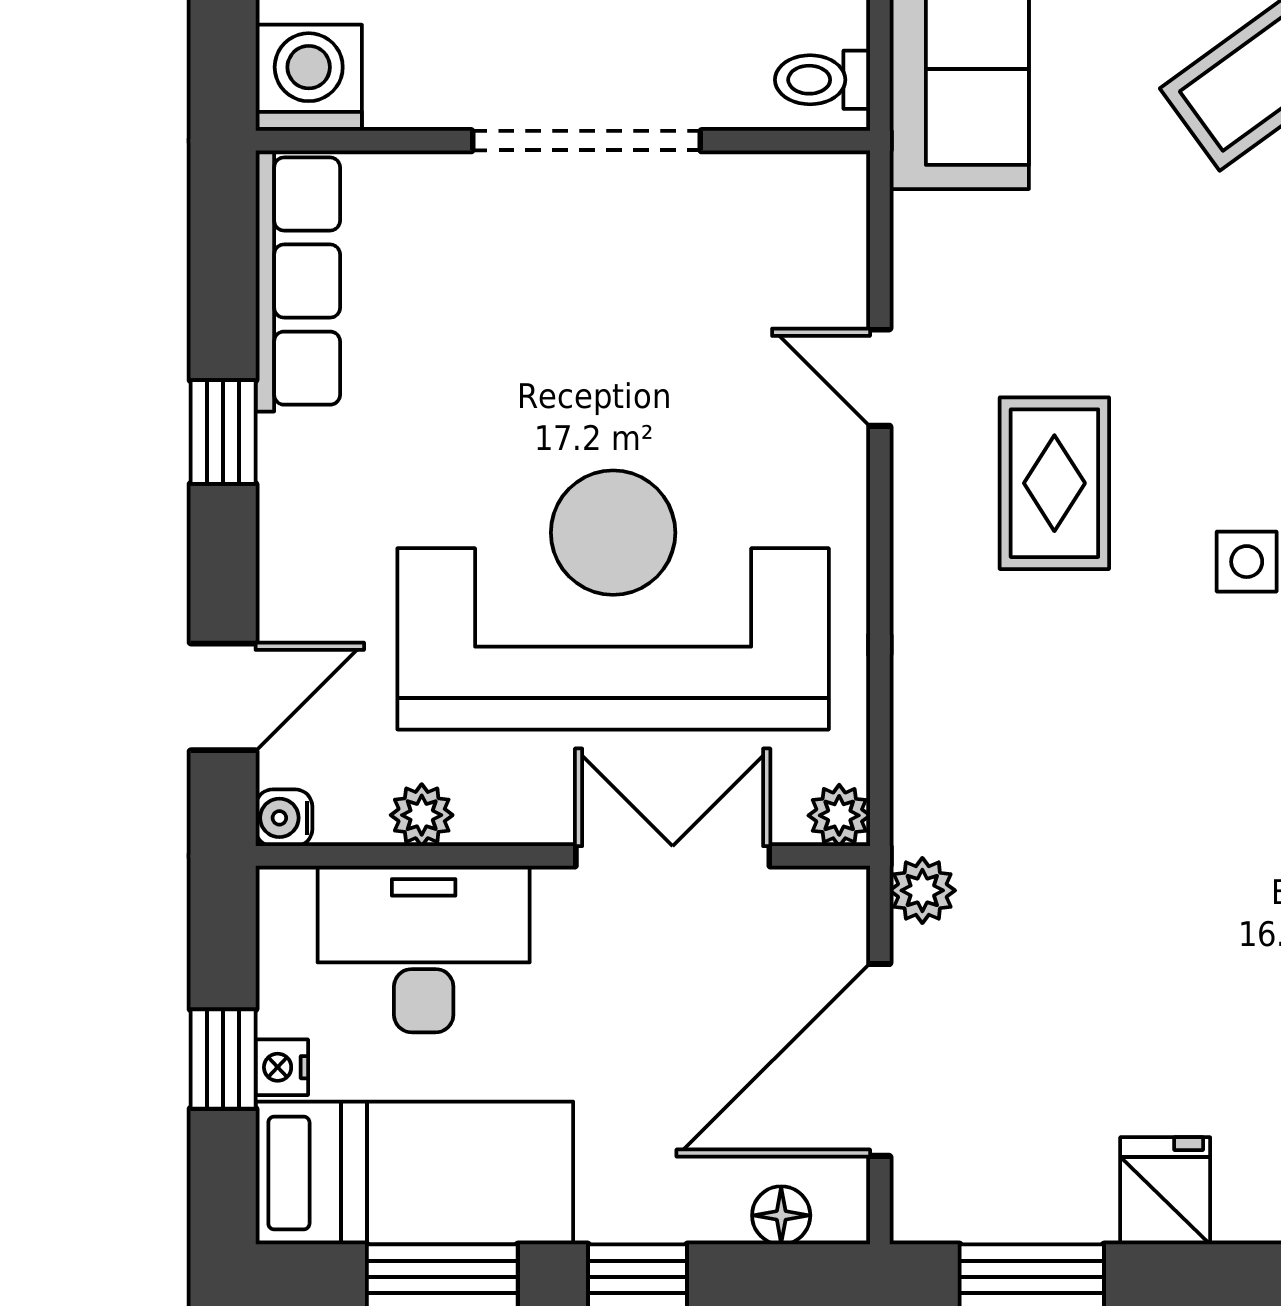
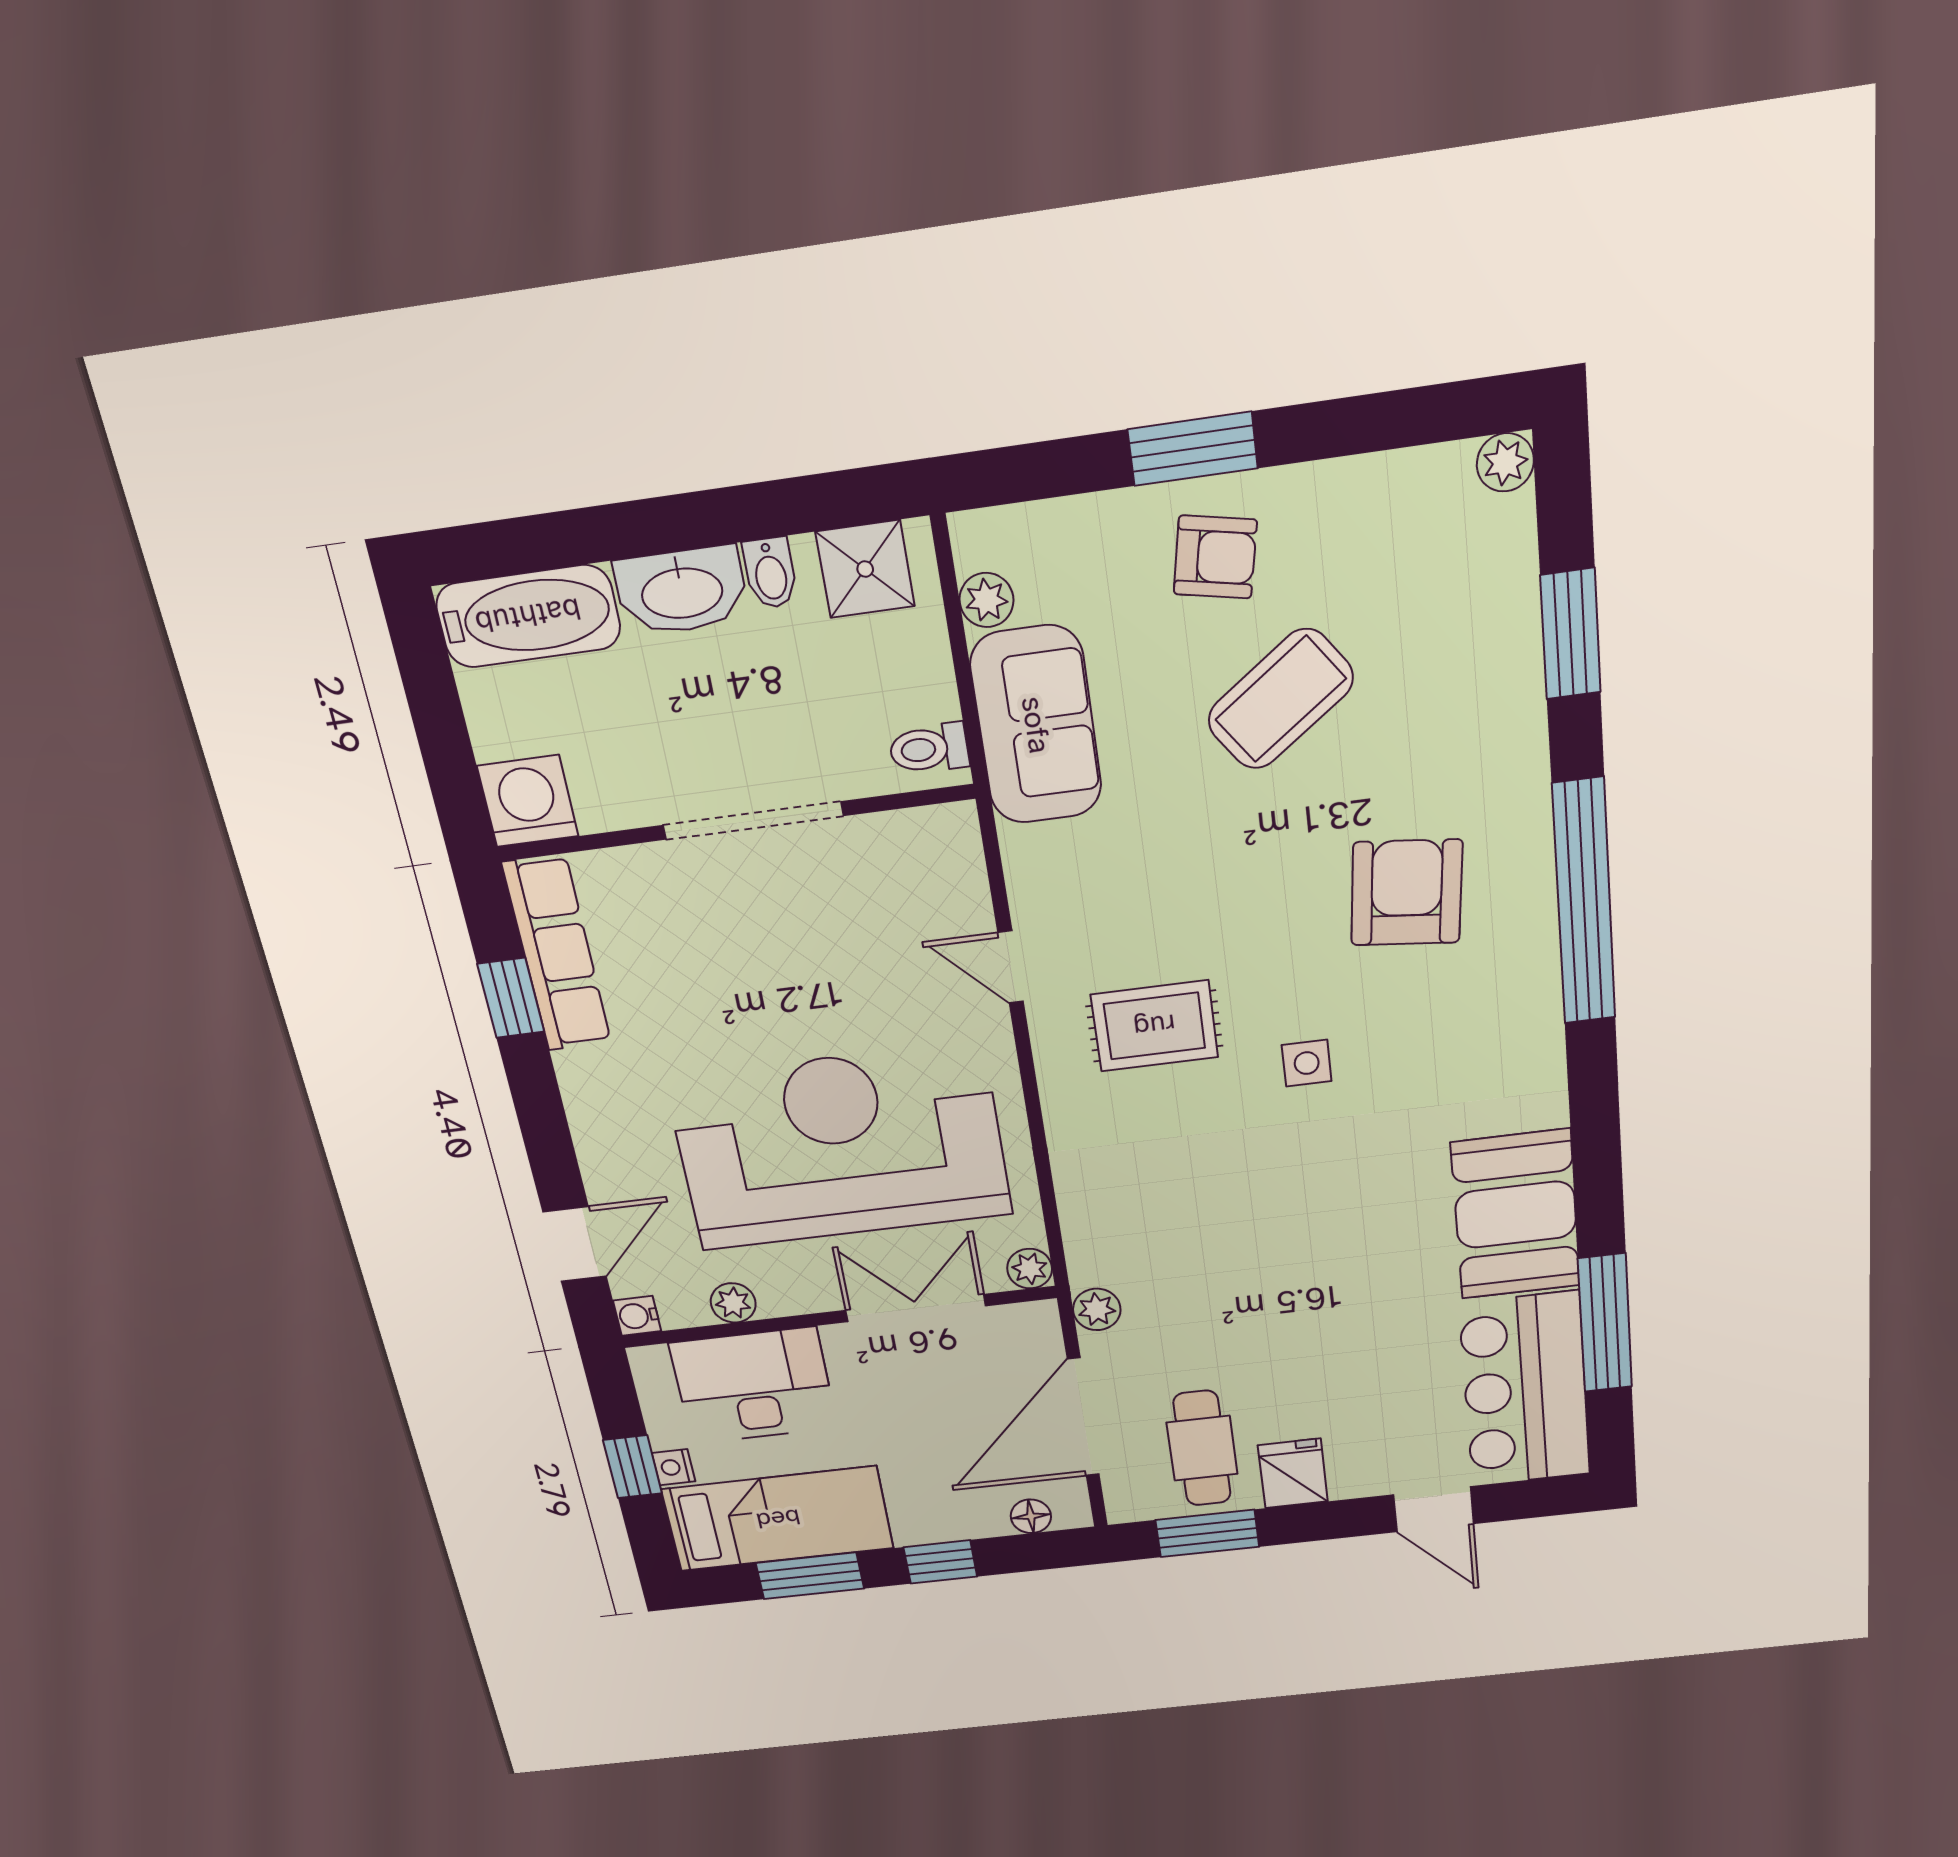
window: (223, 432) -> (511, 998), moved
rug: (1054, 483) -> (1154, 1026), turned 90
cafe table: (1041, 1133) -> (1202, 1448), added

